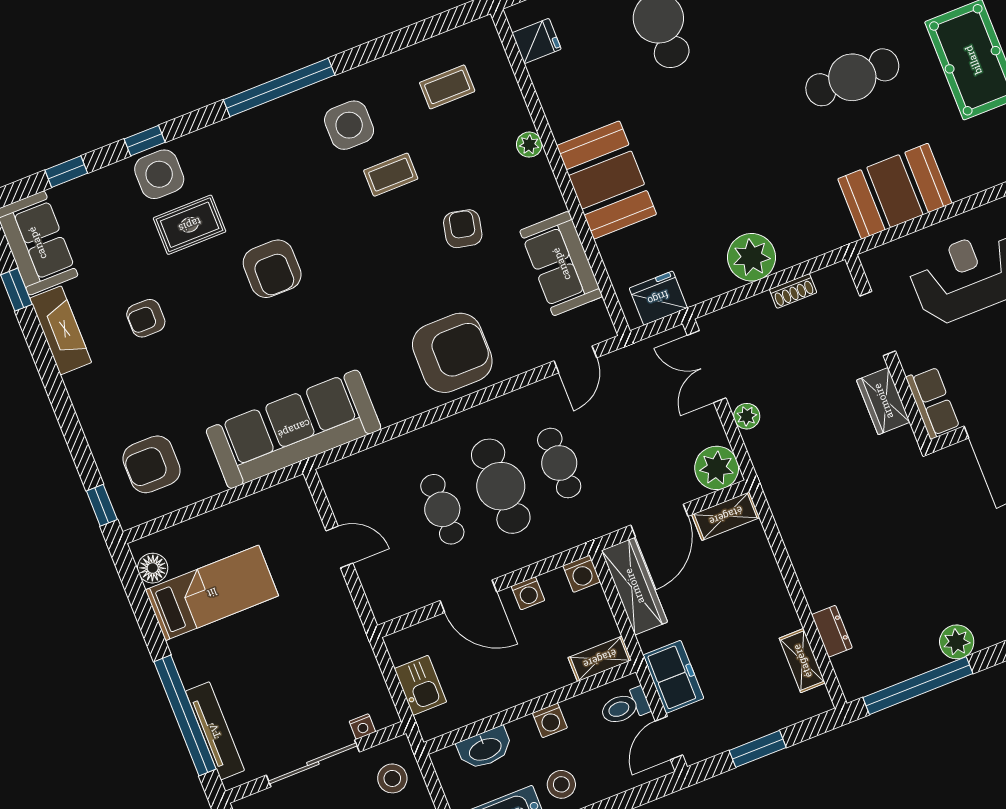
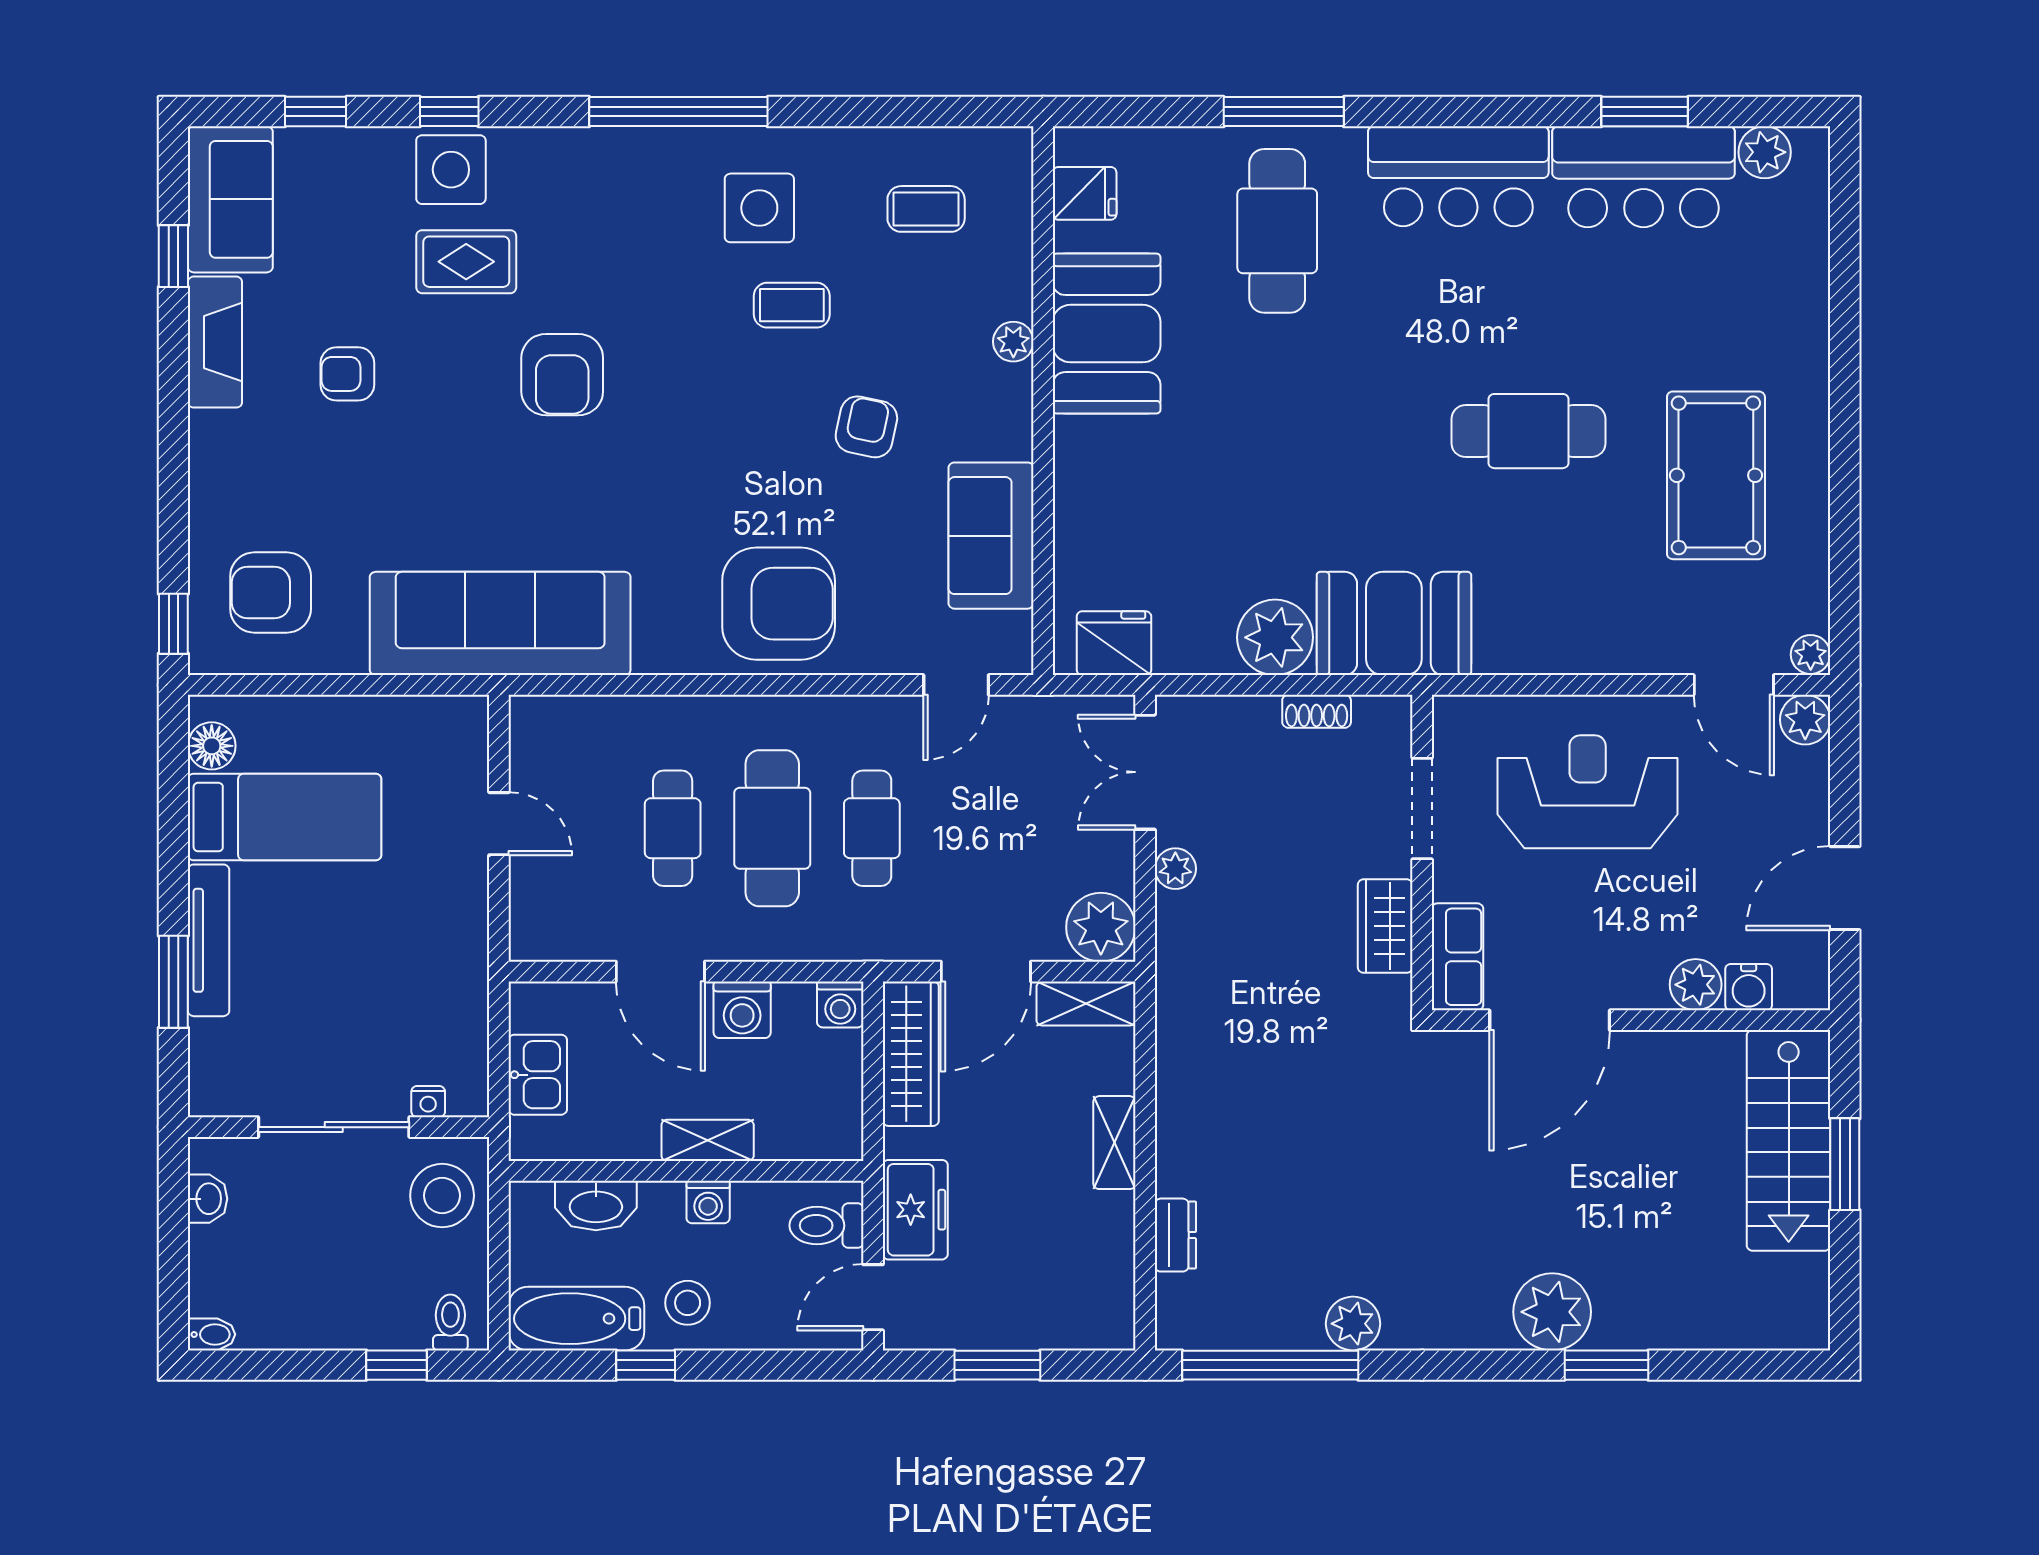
booth: (607, 180) -> (1107, 334), moved
booth: (895, 191) -> (1394, 623), moved
washing machine: (528, 593) -> (742, 1010), width x1.38, depth x1.38
shelving: (600, 659) -> (708, 1140), moved
shelving: (802, 661) -> (1114, 1143), moved
window: (185, 715) -> (173, 982), width x0.47
tv unit: (215, 731) -> (209, 940), moved
stool: (392, 778) -> (442, 1196), width x1.38, depth x1.38

